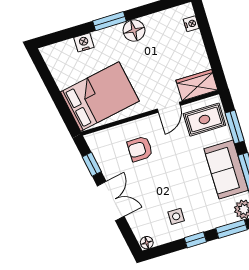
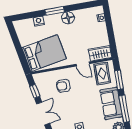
door: (169, 107) -> (83, 64), hinge flipped
rug: (204, 120) -> (102, 73), turned 90

